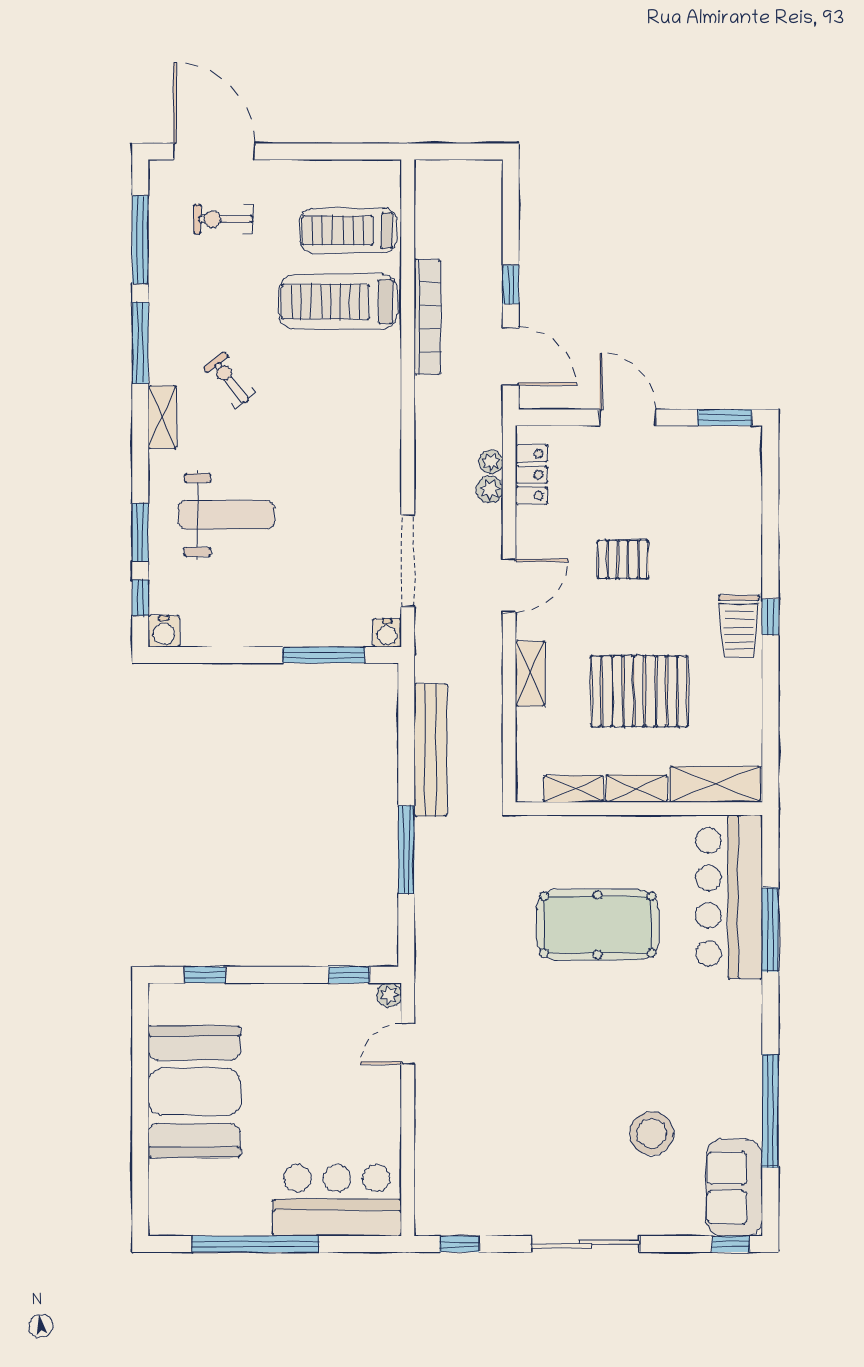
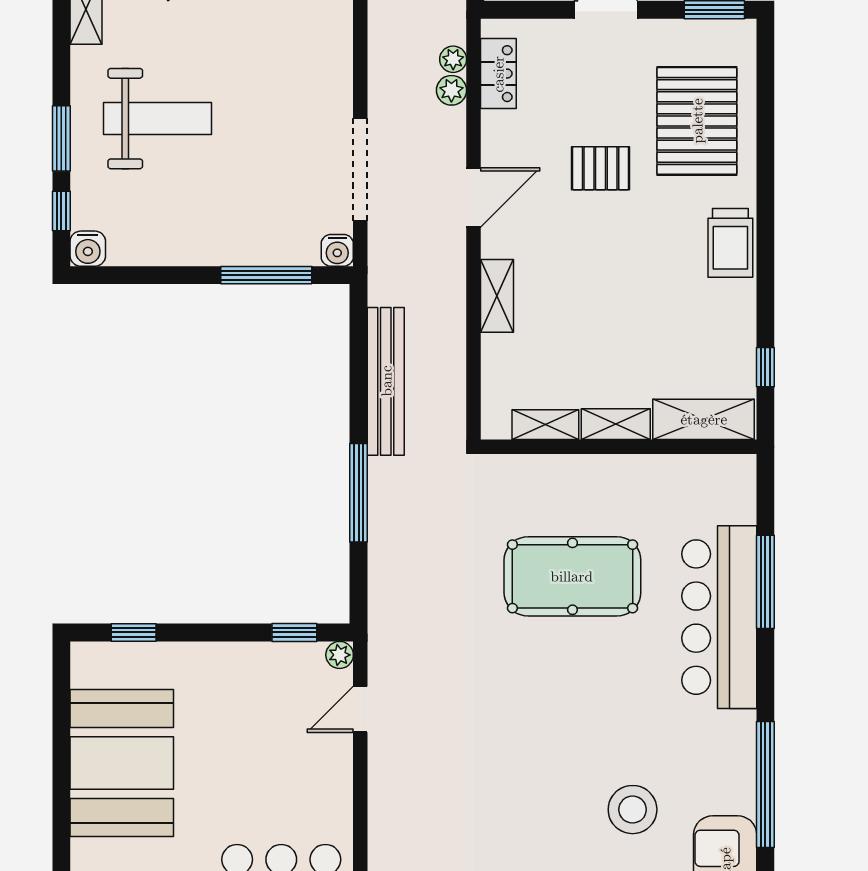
window: (770, 617) -> (765, 367), moved
pallet: (639, 691) -> (697, 121), moved, turned 90
bar counter: (729, 897) -> (719, 617), moved

